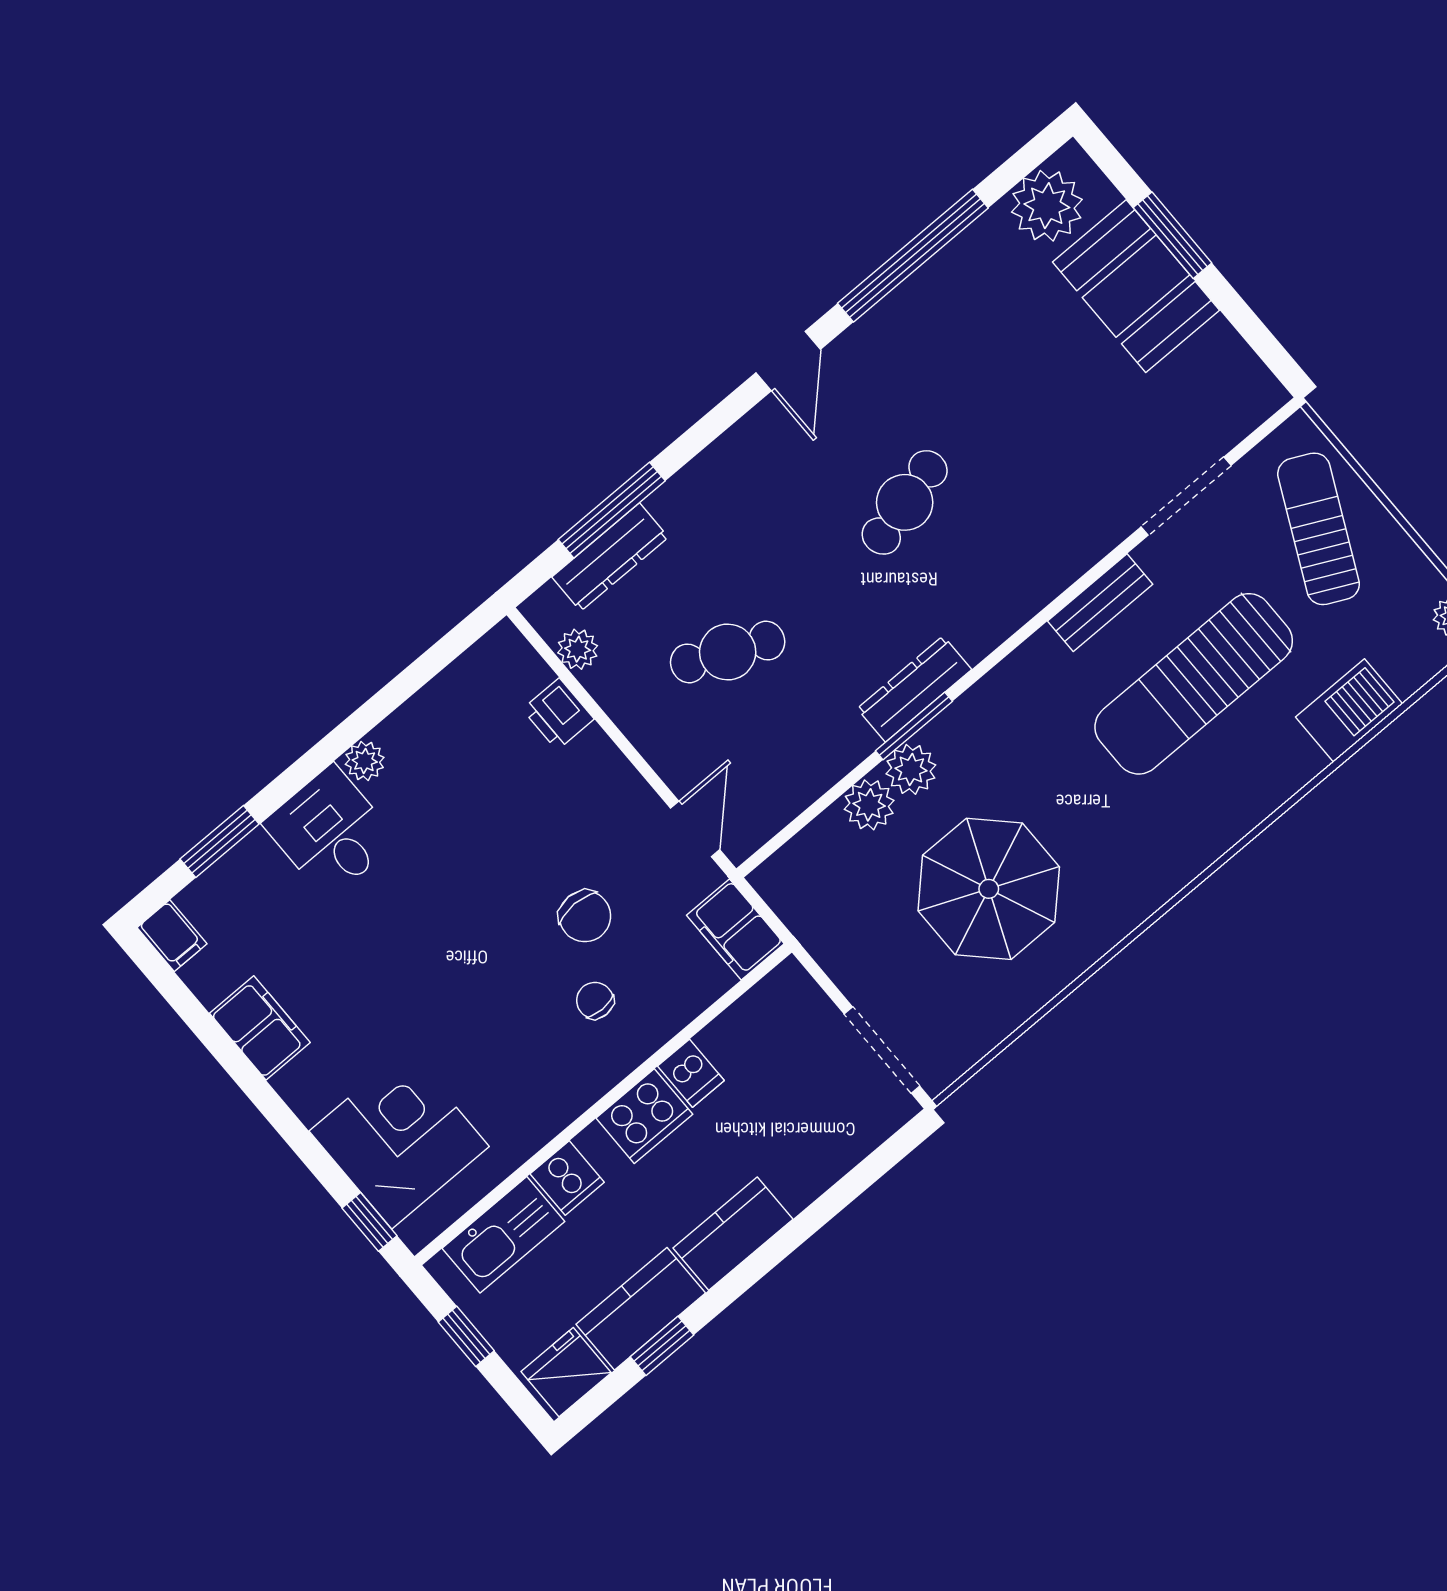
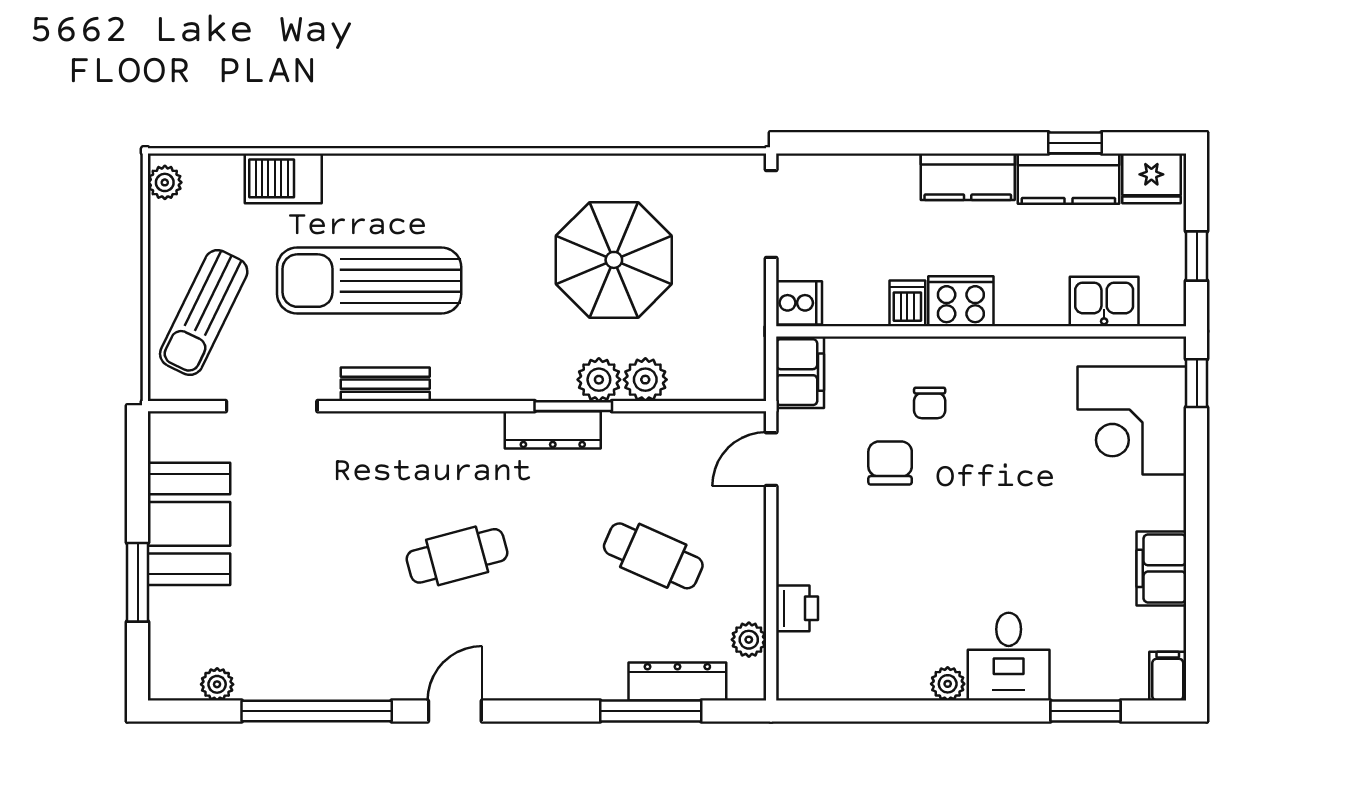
plant: (1047, 206) -> (217, 684), width x0.53, depth x0.53
booth: (1136, 286) -> (189, 524), moved
sun lounger: (1194, 684) -> (369, 281), turned 180
cooker: (567, 1178) -> (799, 303), moved, turned 90
kitchen sink: (503, 1235) -> (1104, 301), width x0.73

